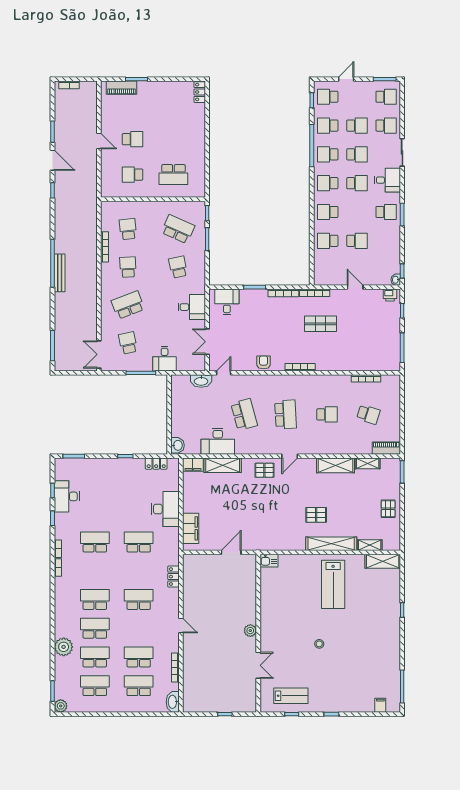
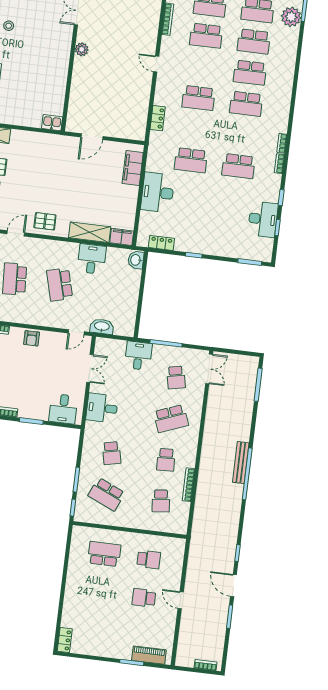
desk: (218, 441) -> (92, 259), width x0.73
plant: (64, 647) -> (291, 17), moved

